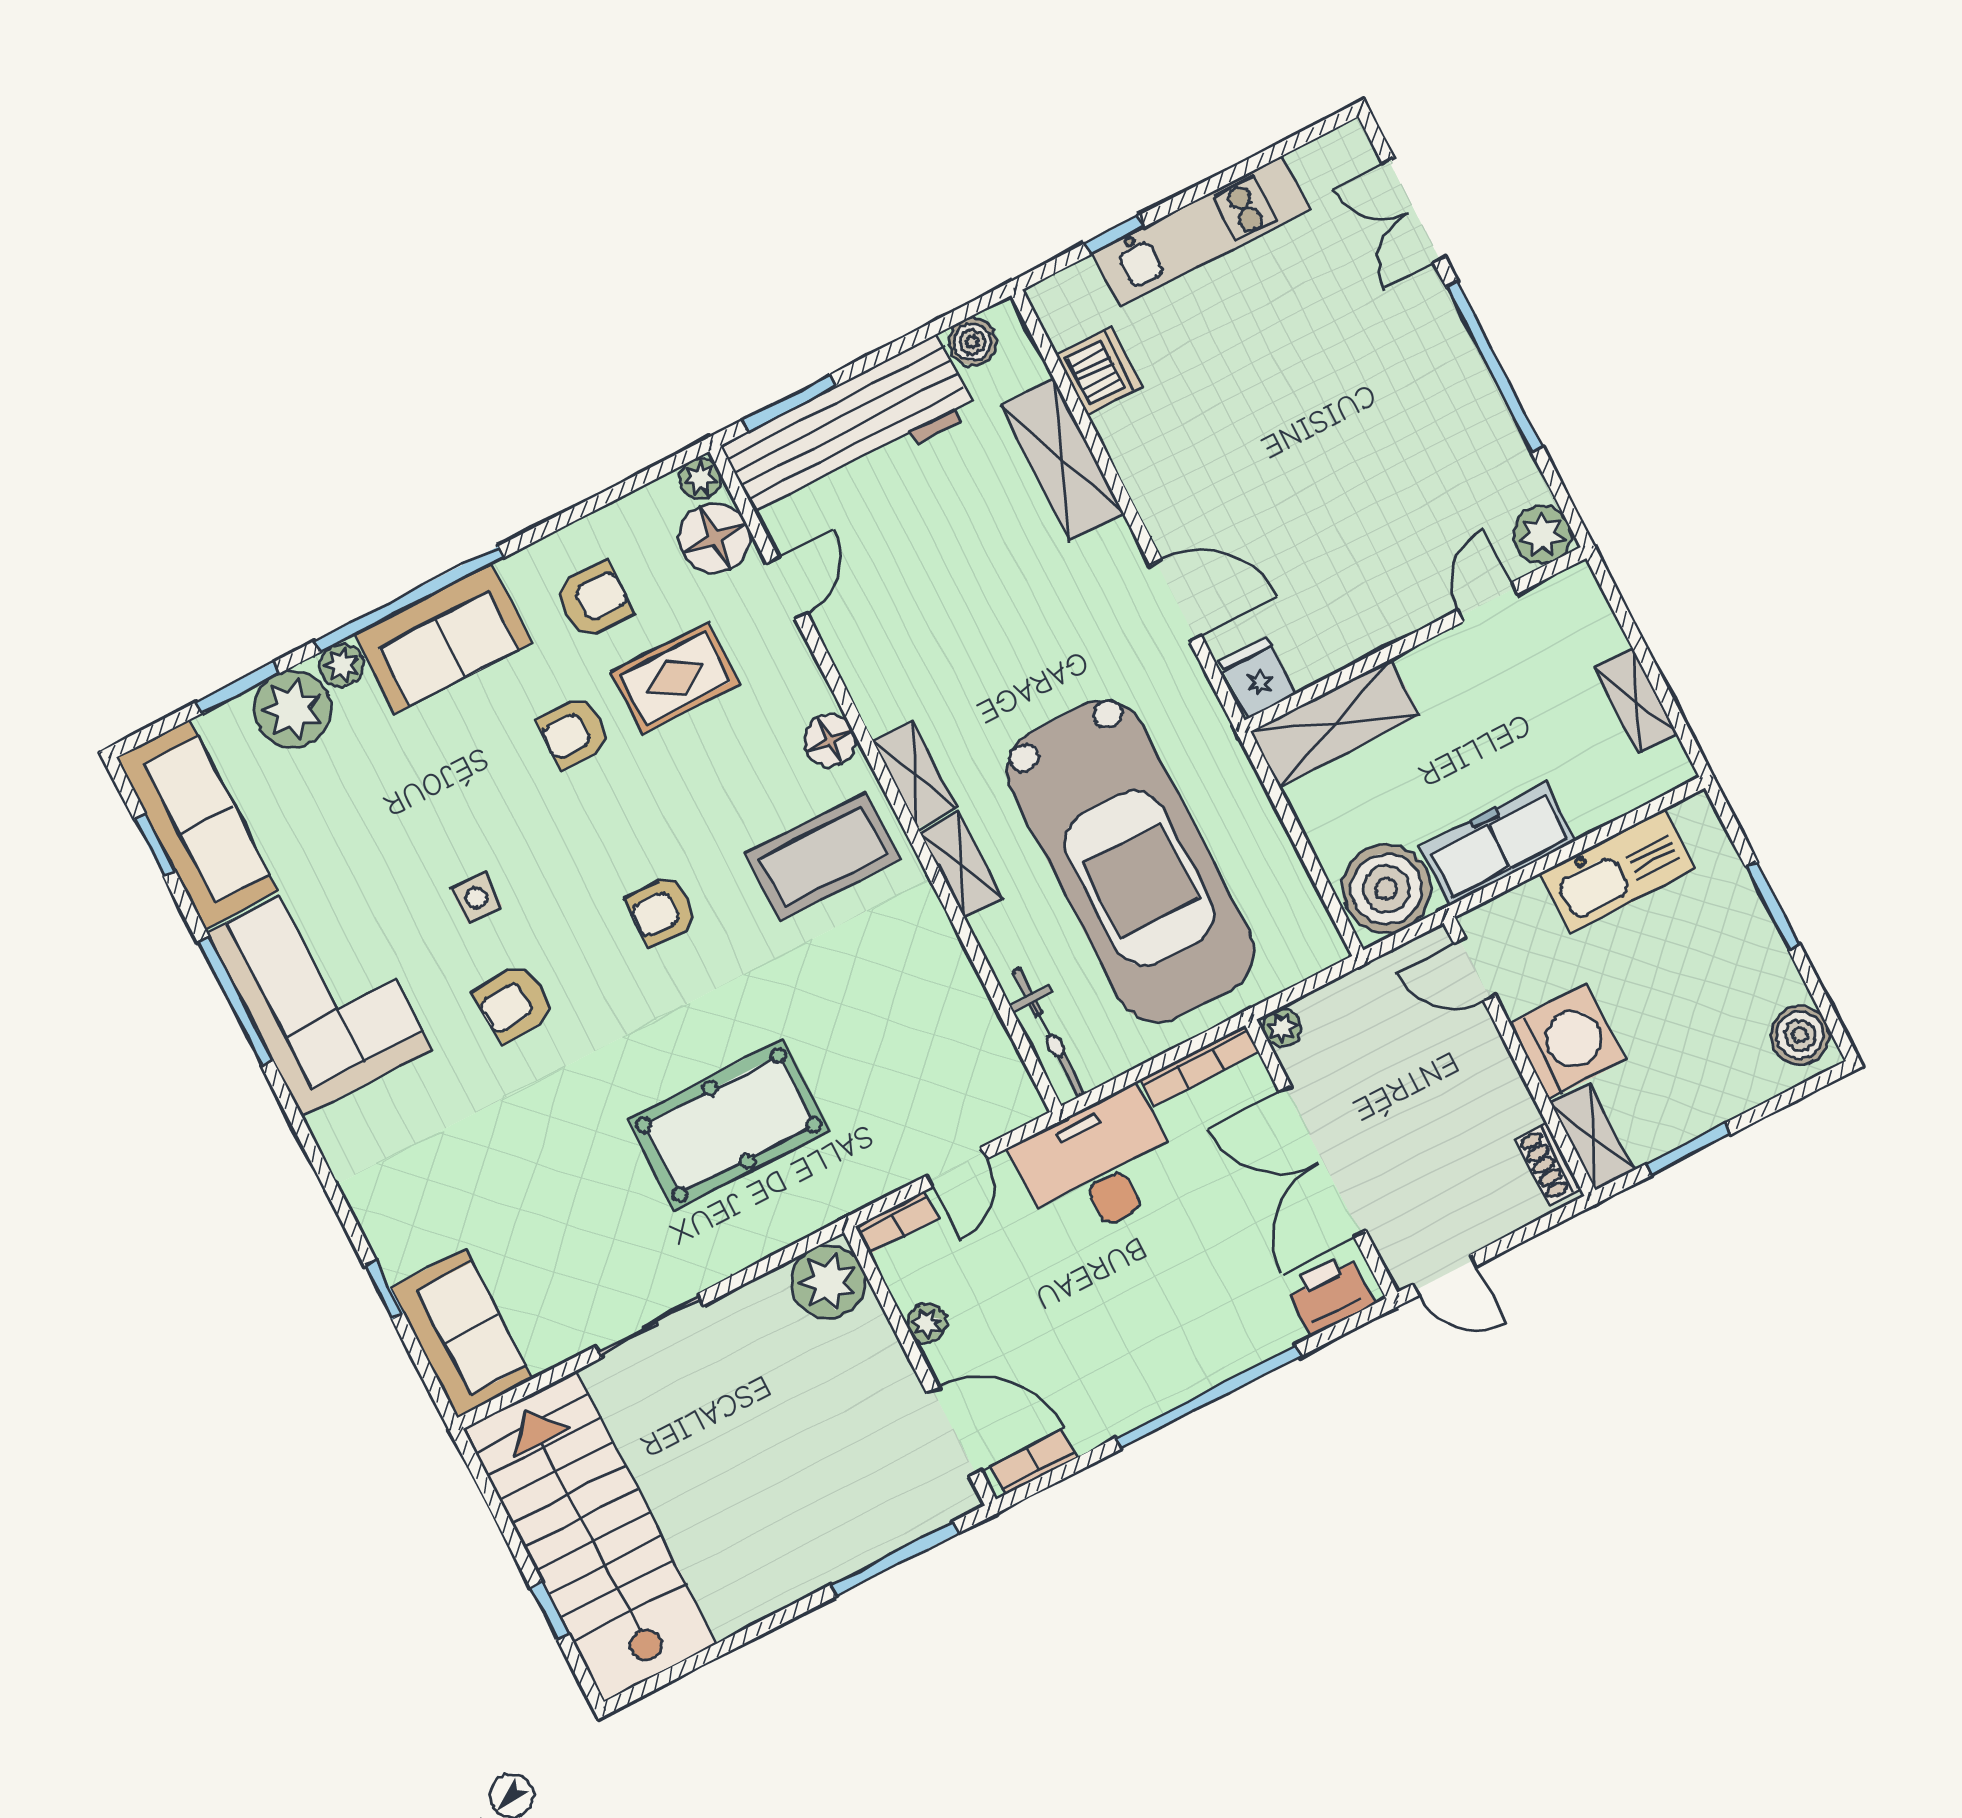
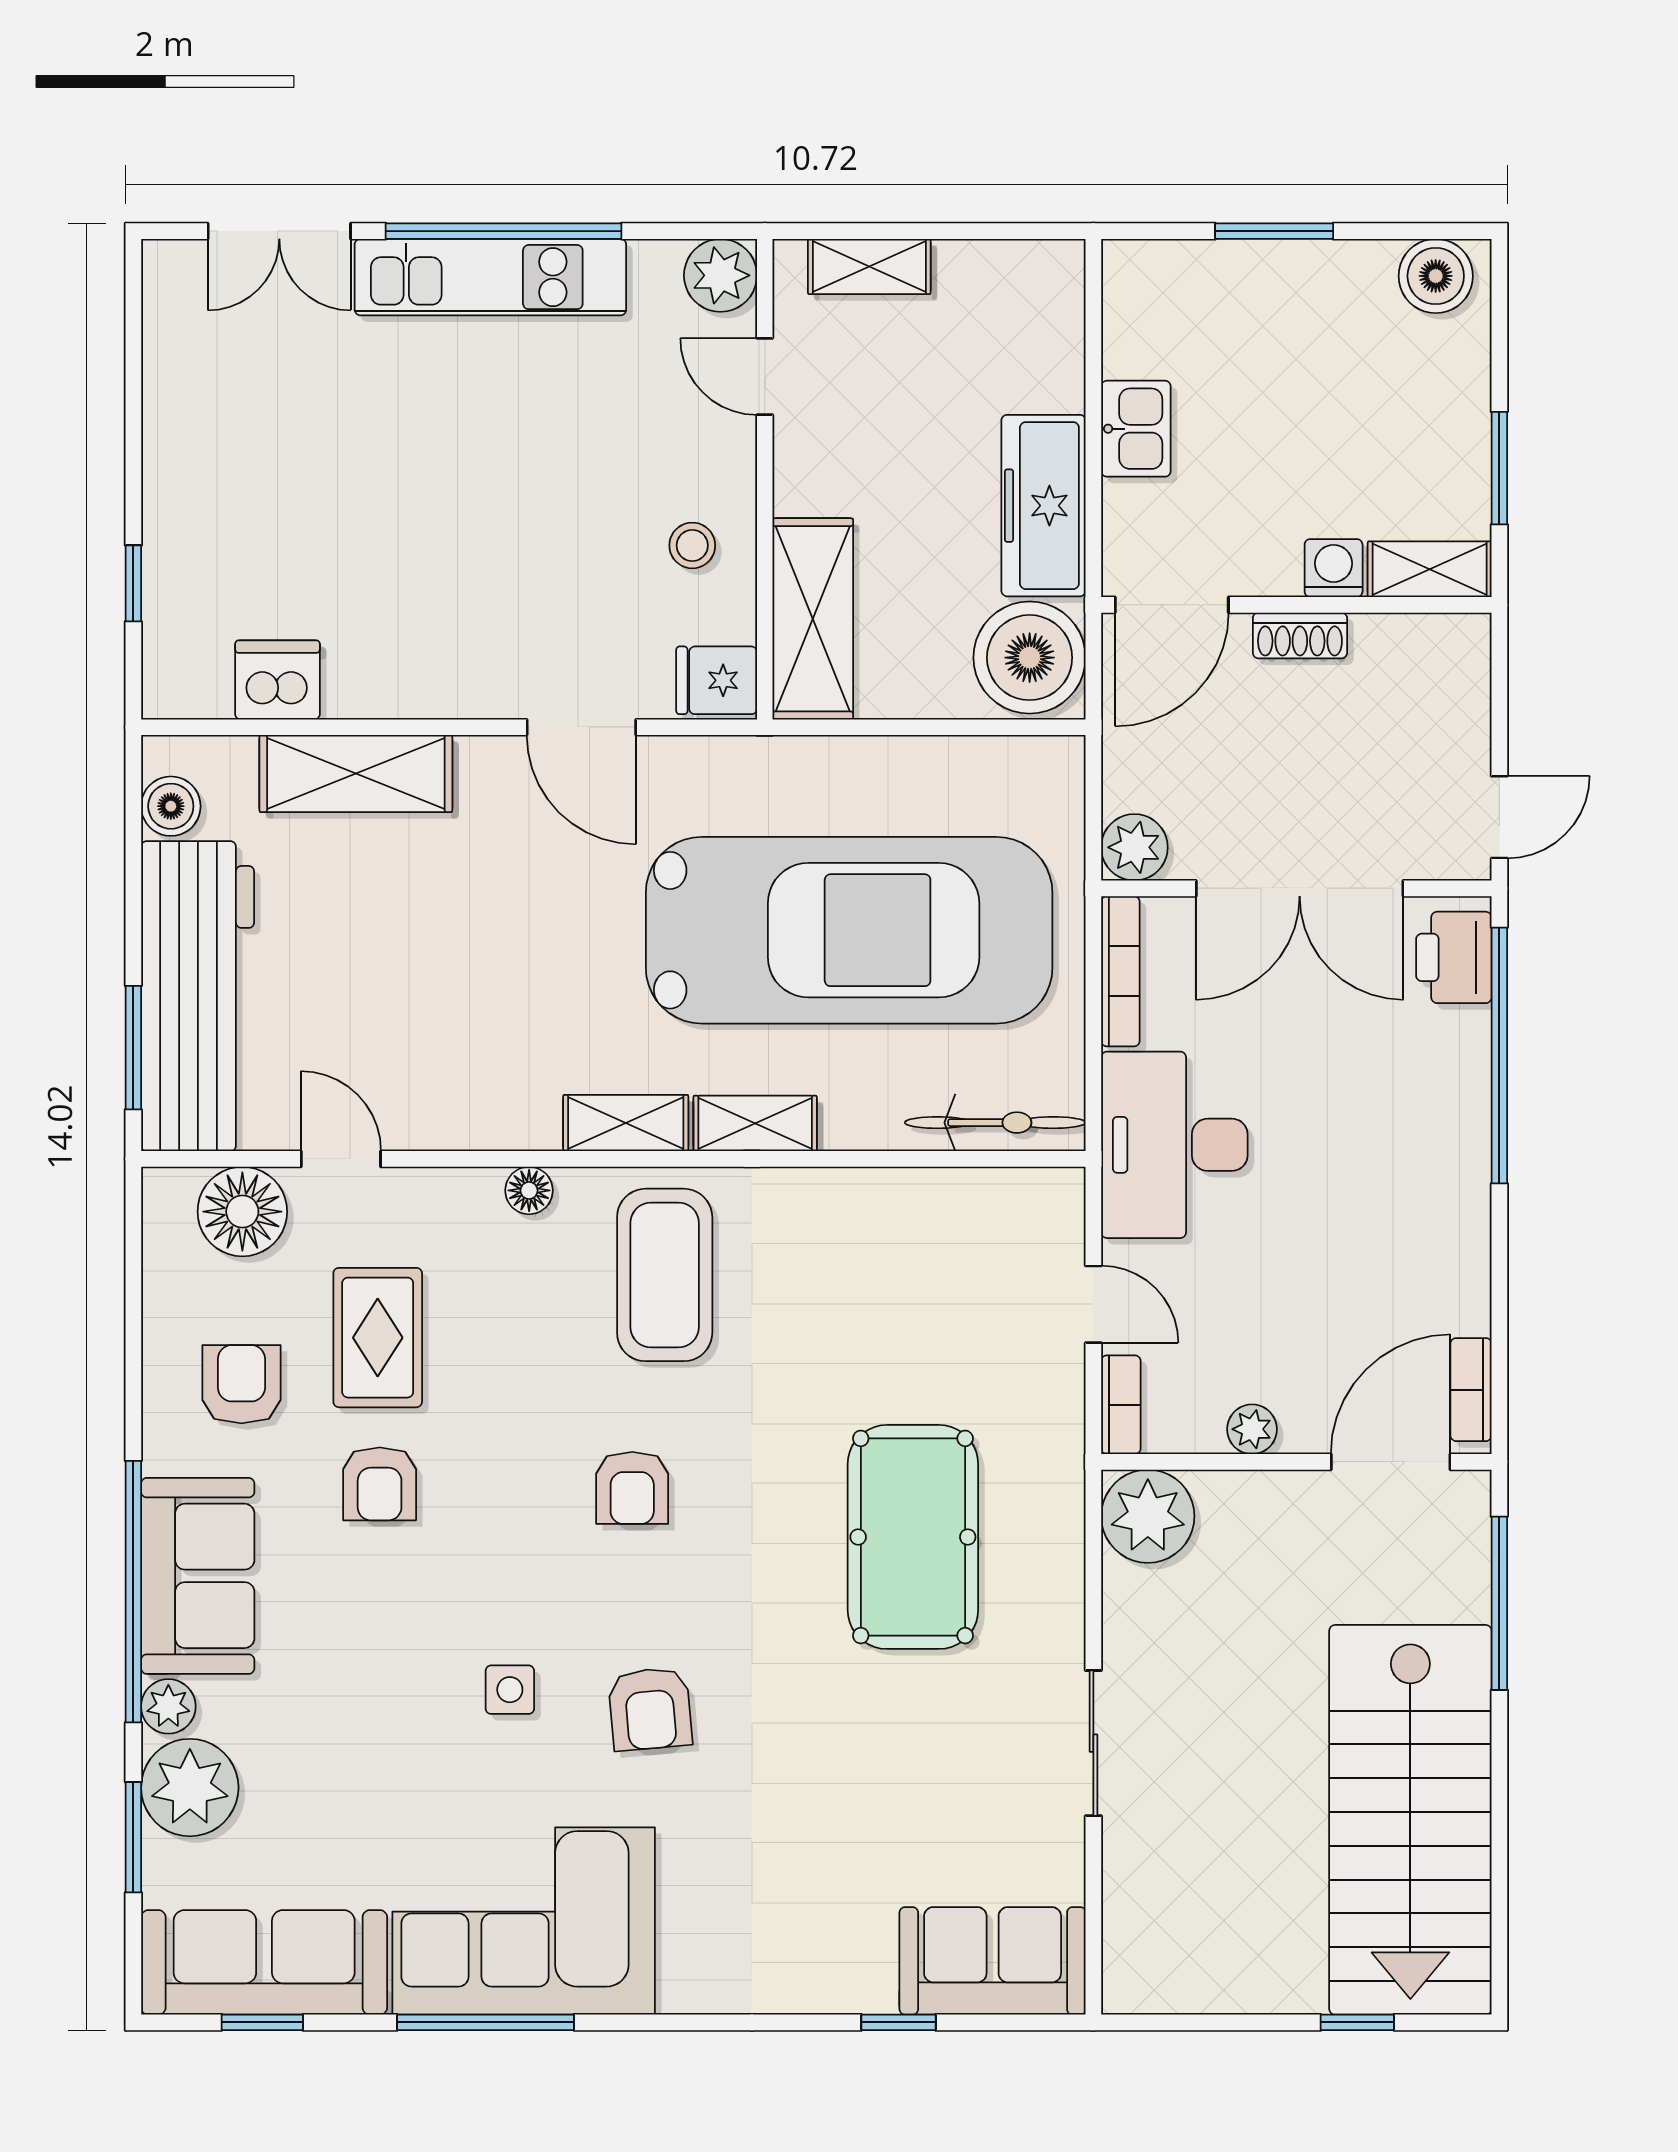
kitchen unit: (1201, 231) -> (490, 277), moved, turned 90
plant: (701, 478) -> (167, 1192), removed
door: (1176, 601) -> (581, 727), swing flipped
stool: (1343, 612) -> (692, 545), added
shelving: (1636, 701) -> (869, 266), moved
floor lamp: (830, 741) -> (529, 1190), width x0.73, depth x0.73
kitchen sink: (1617, 871) -> (1136, 429), width x0.53, depth x0.81
door: (1475, 969) -> (1172, 605), width x1.38
plant: (1282, 1028) -> (1134, 847), width x1.38, depth x1.38
washing machine: (1567, 1042) -> (1334, 568), width x0.53, depth x0.53
shoe rack: (1548, 1164) -> (1300, 635), moved
window: (1208, 1397) -> (1499, 1056), moved
stairs: (590, 1536) -> (1410, 1820), moved, turned -90

